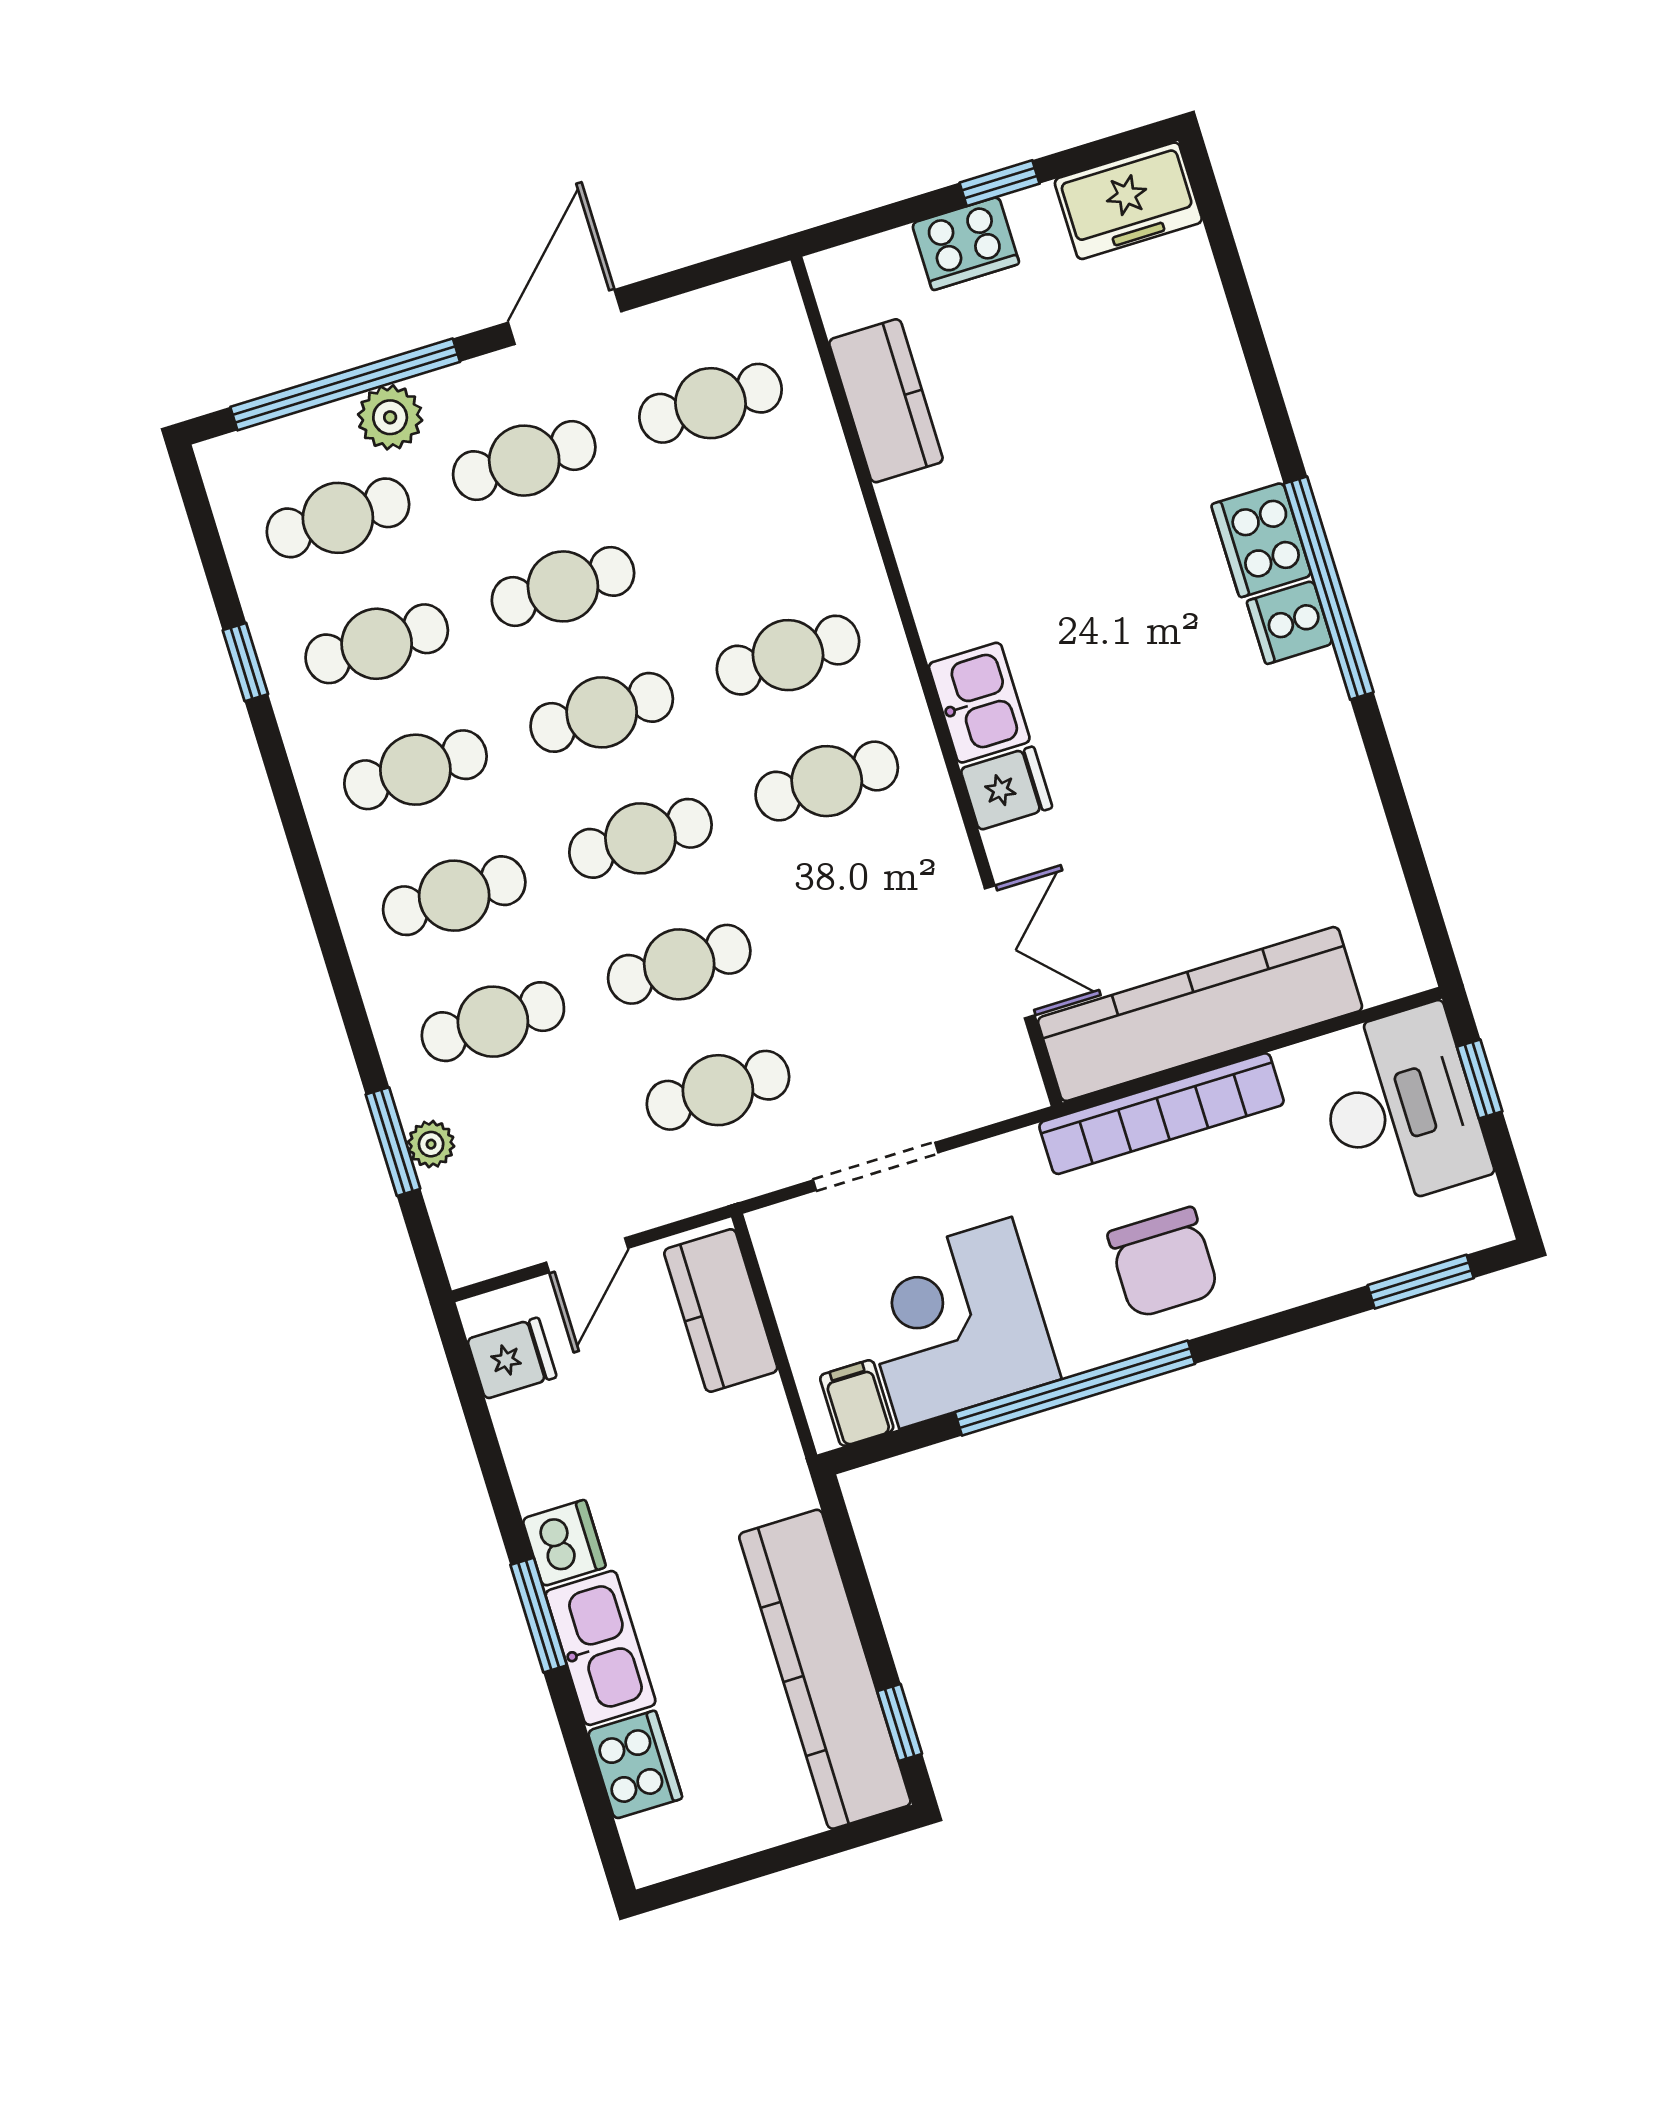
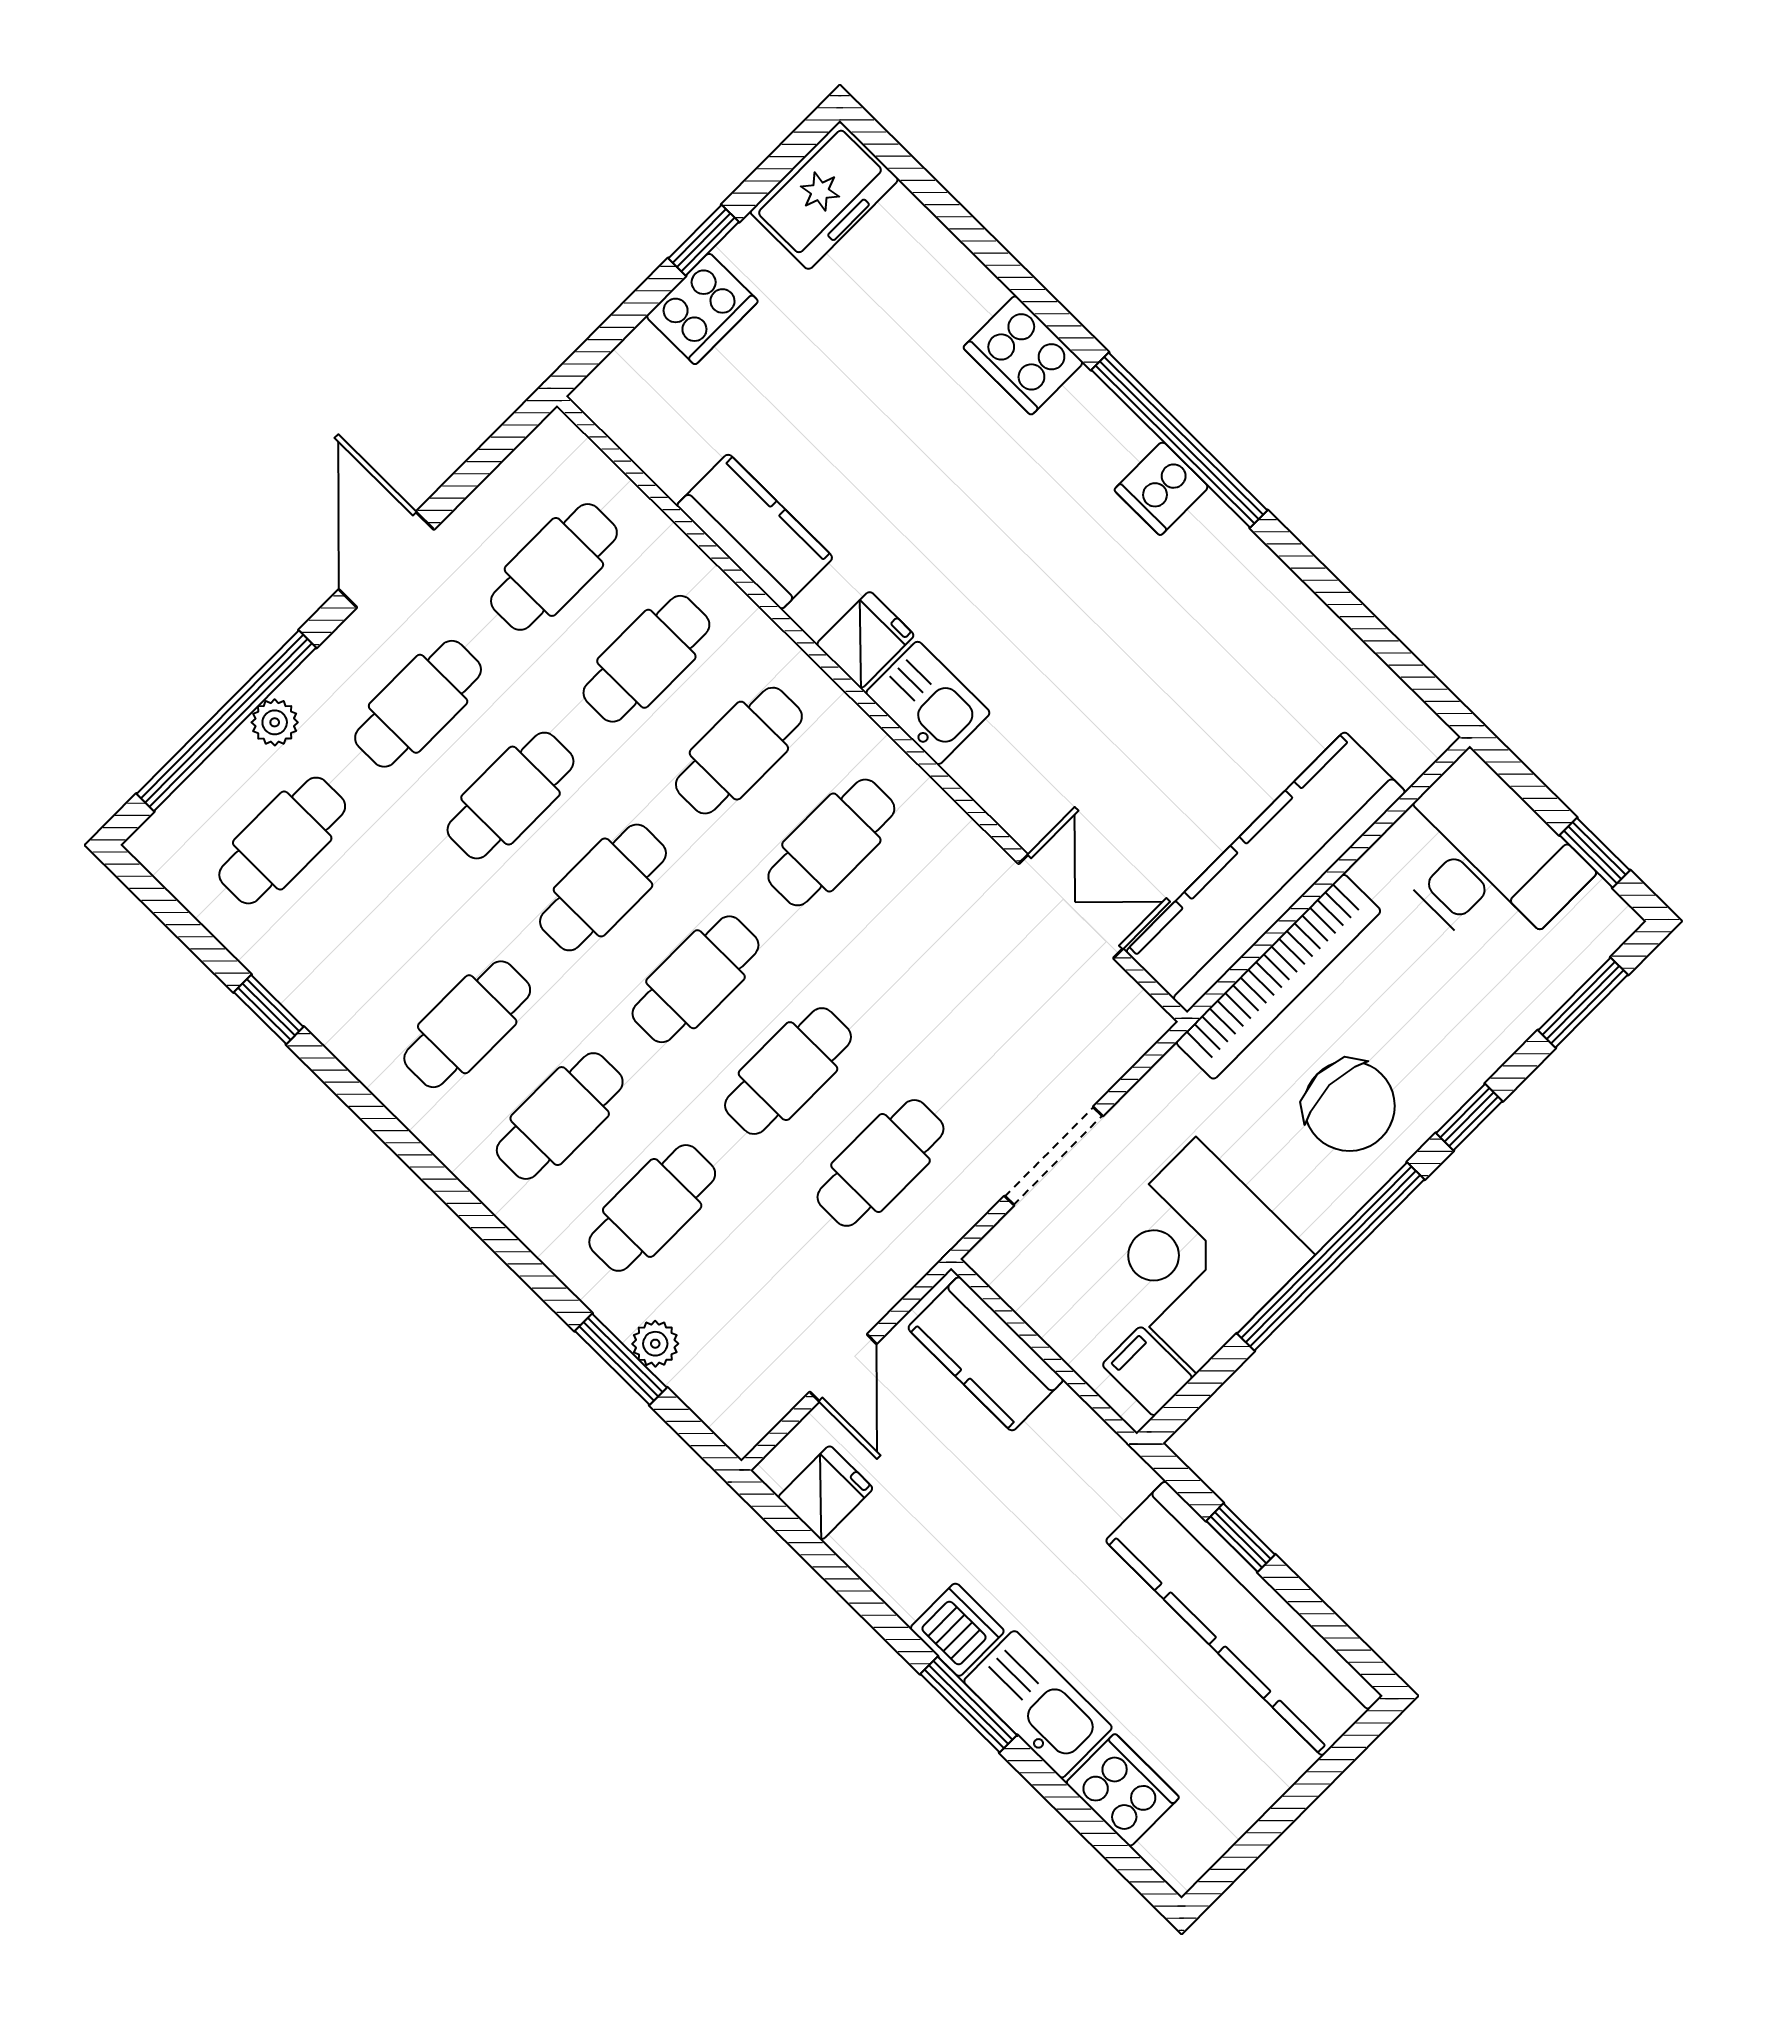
kitchen counter: (886, 401) -> (755, 532), moved
plant: (390, 417) -> (275, 722), width x0.73, depth x0.73
cooker: (1261, 540) -> (1023, 355), moved
cafe table: (377, 644) -> (646, 659), moved
fridge: (1006, 788) -> (865, 640), moved
window: (1480, 1079) -> (1595, 853), moved
window: (1265, 1330) -> (1469, 1117), added
window: (900, 1722) -> (1241, 1538), moved

